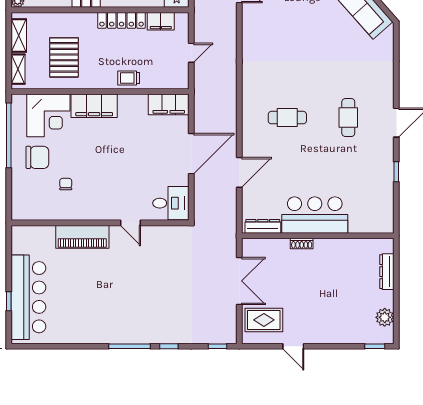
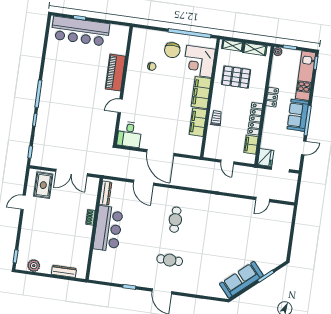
filing cabinet: (169, 104) -> (198, 122), moved

